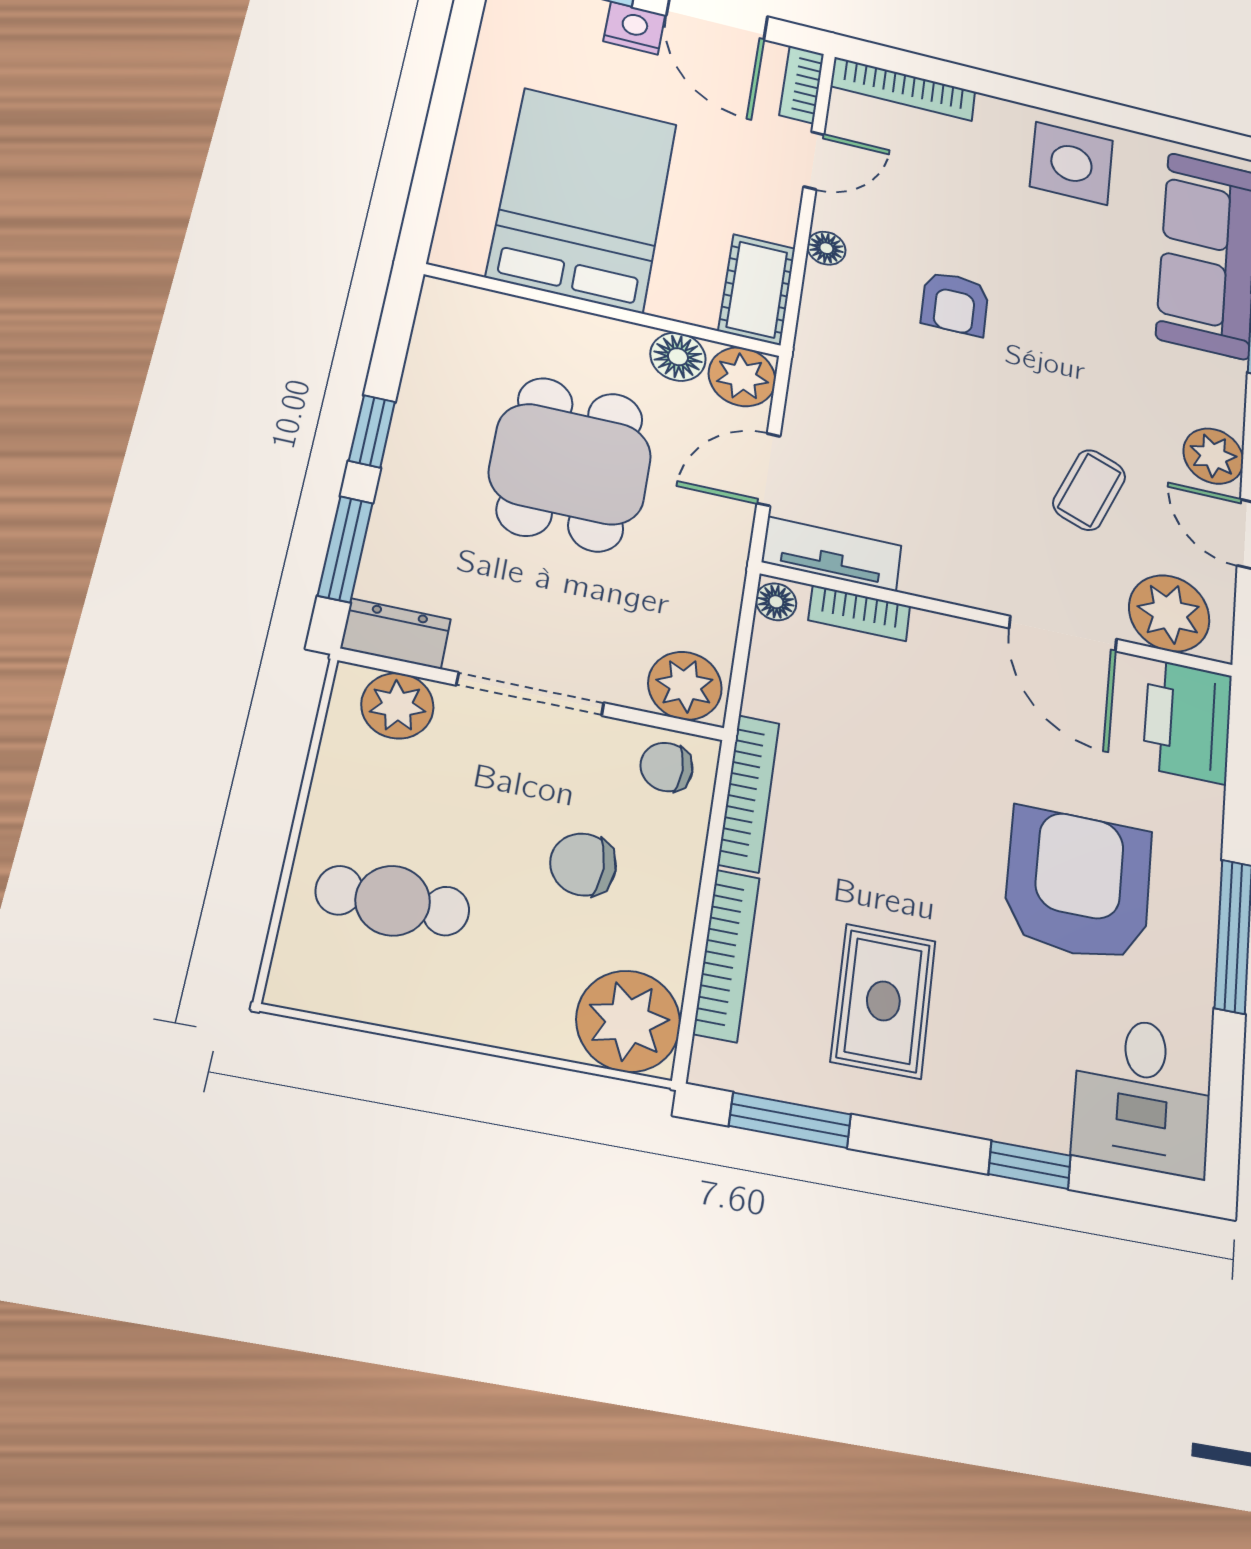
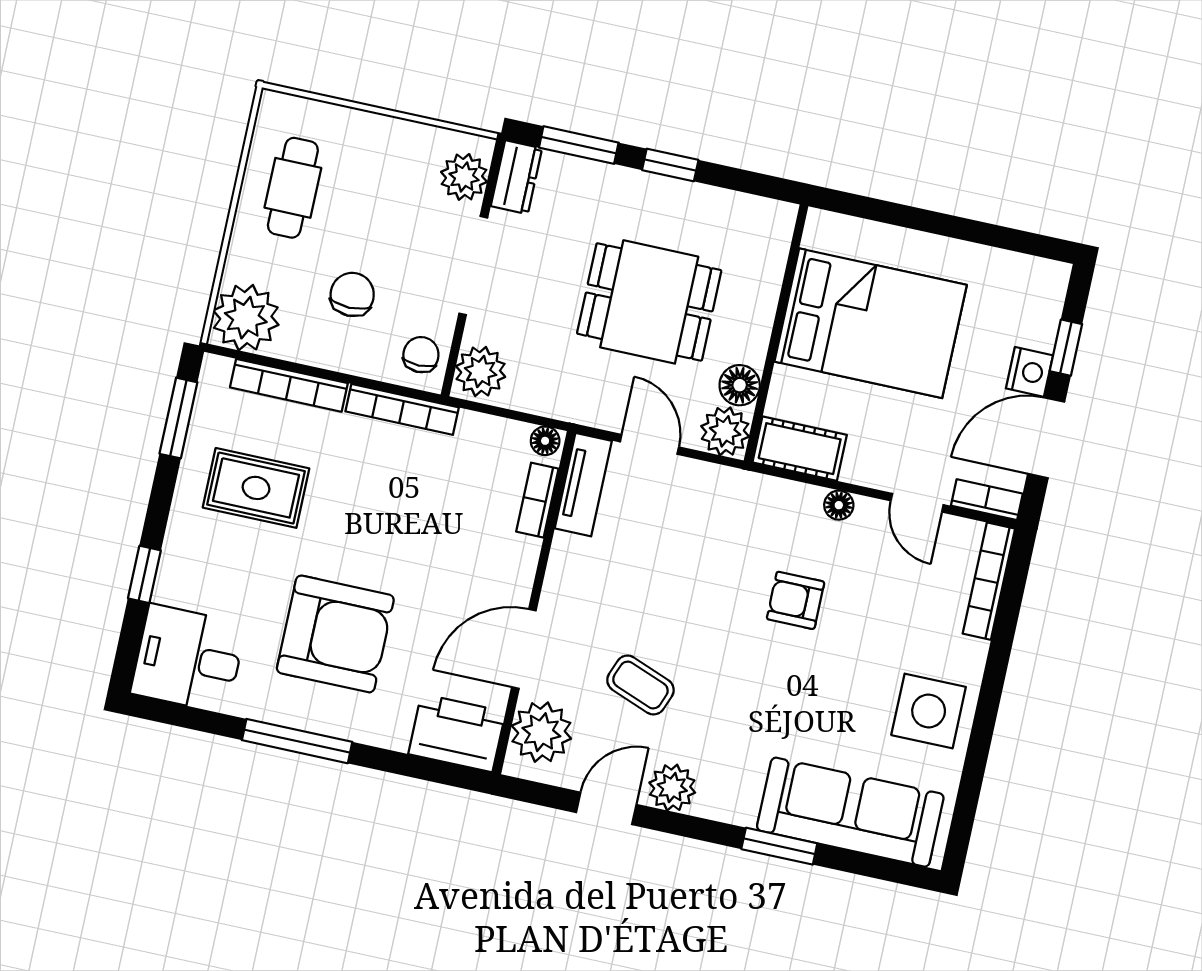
cafe table: (393, 901) -> (293, 188), moved

